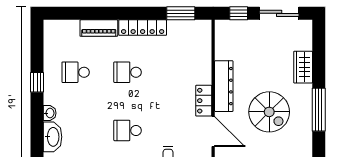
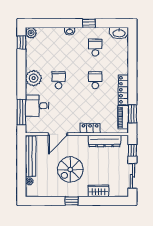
piano: (99, 28) -> (123, 117), moved
dresser: (224, 86) -> (104, 141), moved
locker: (204, 101) -> (90, 128), moved
window: (319, 110) -> (72, 201), width x0.46
washbasin: (53, 137) -> (119, 33), moved

